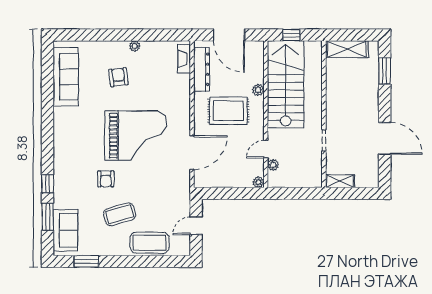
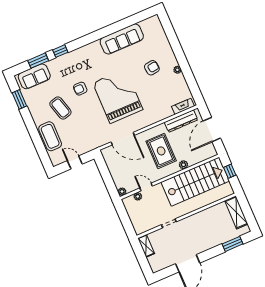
sofa: (66, 77) -> (122, 39), moved
grand piano: (136, 136) -> (118, 96), turned 180

